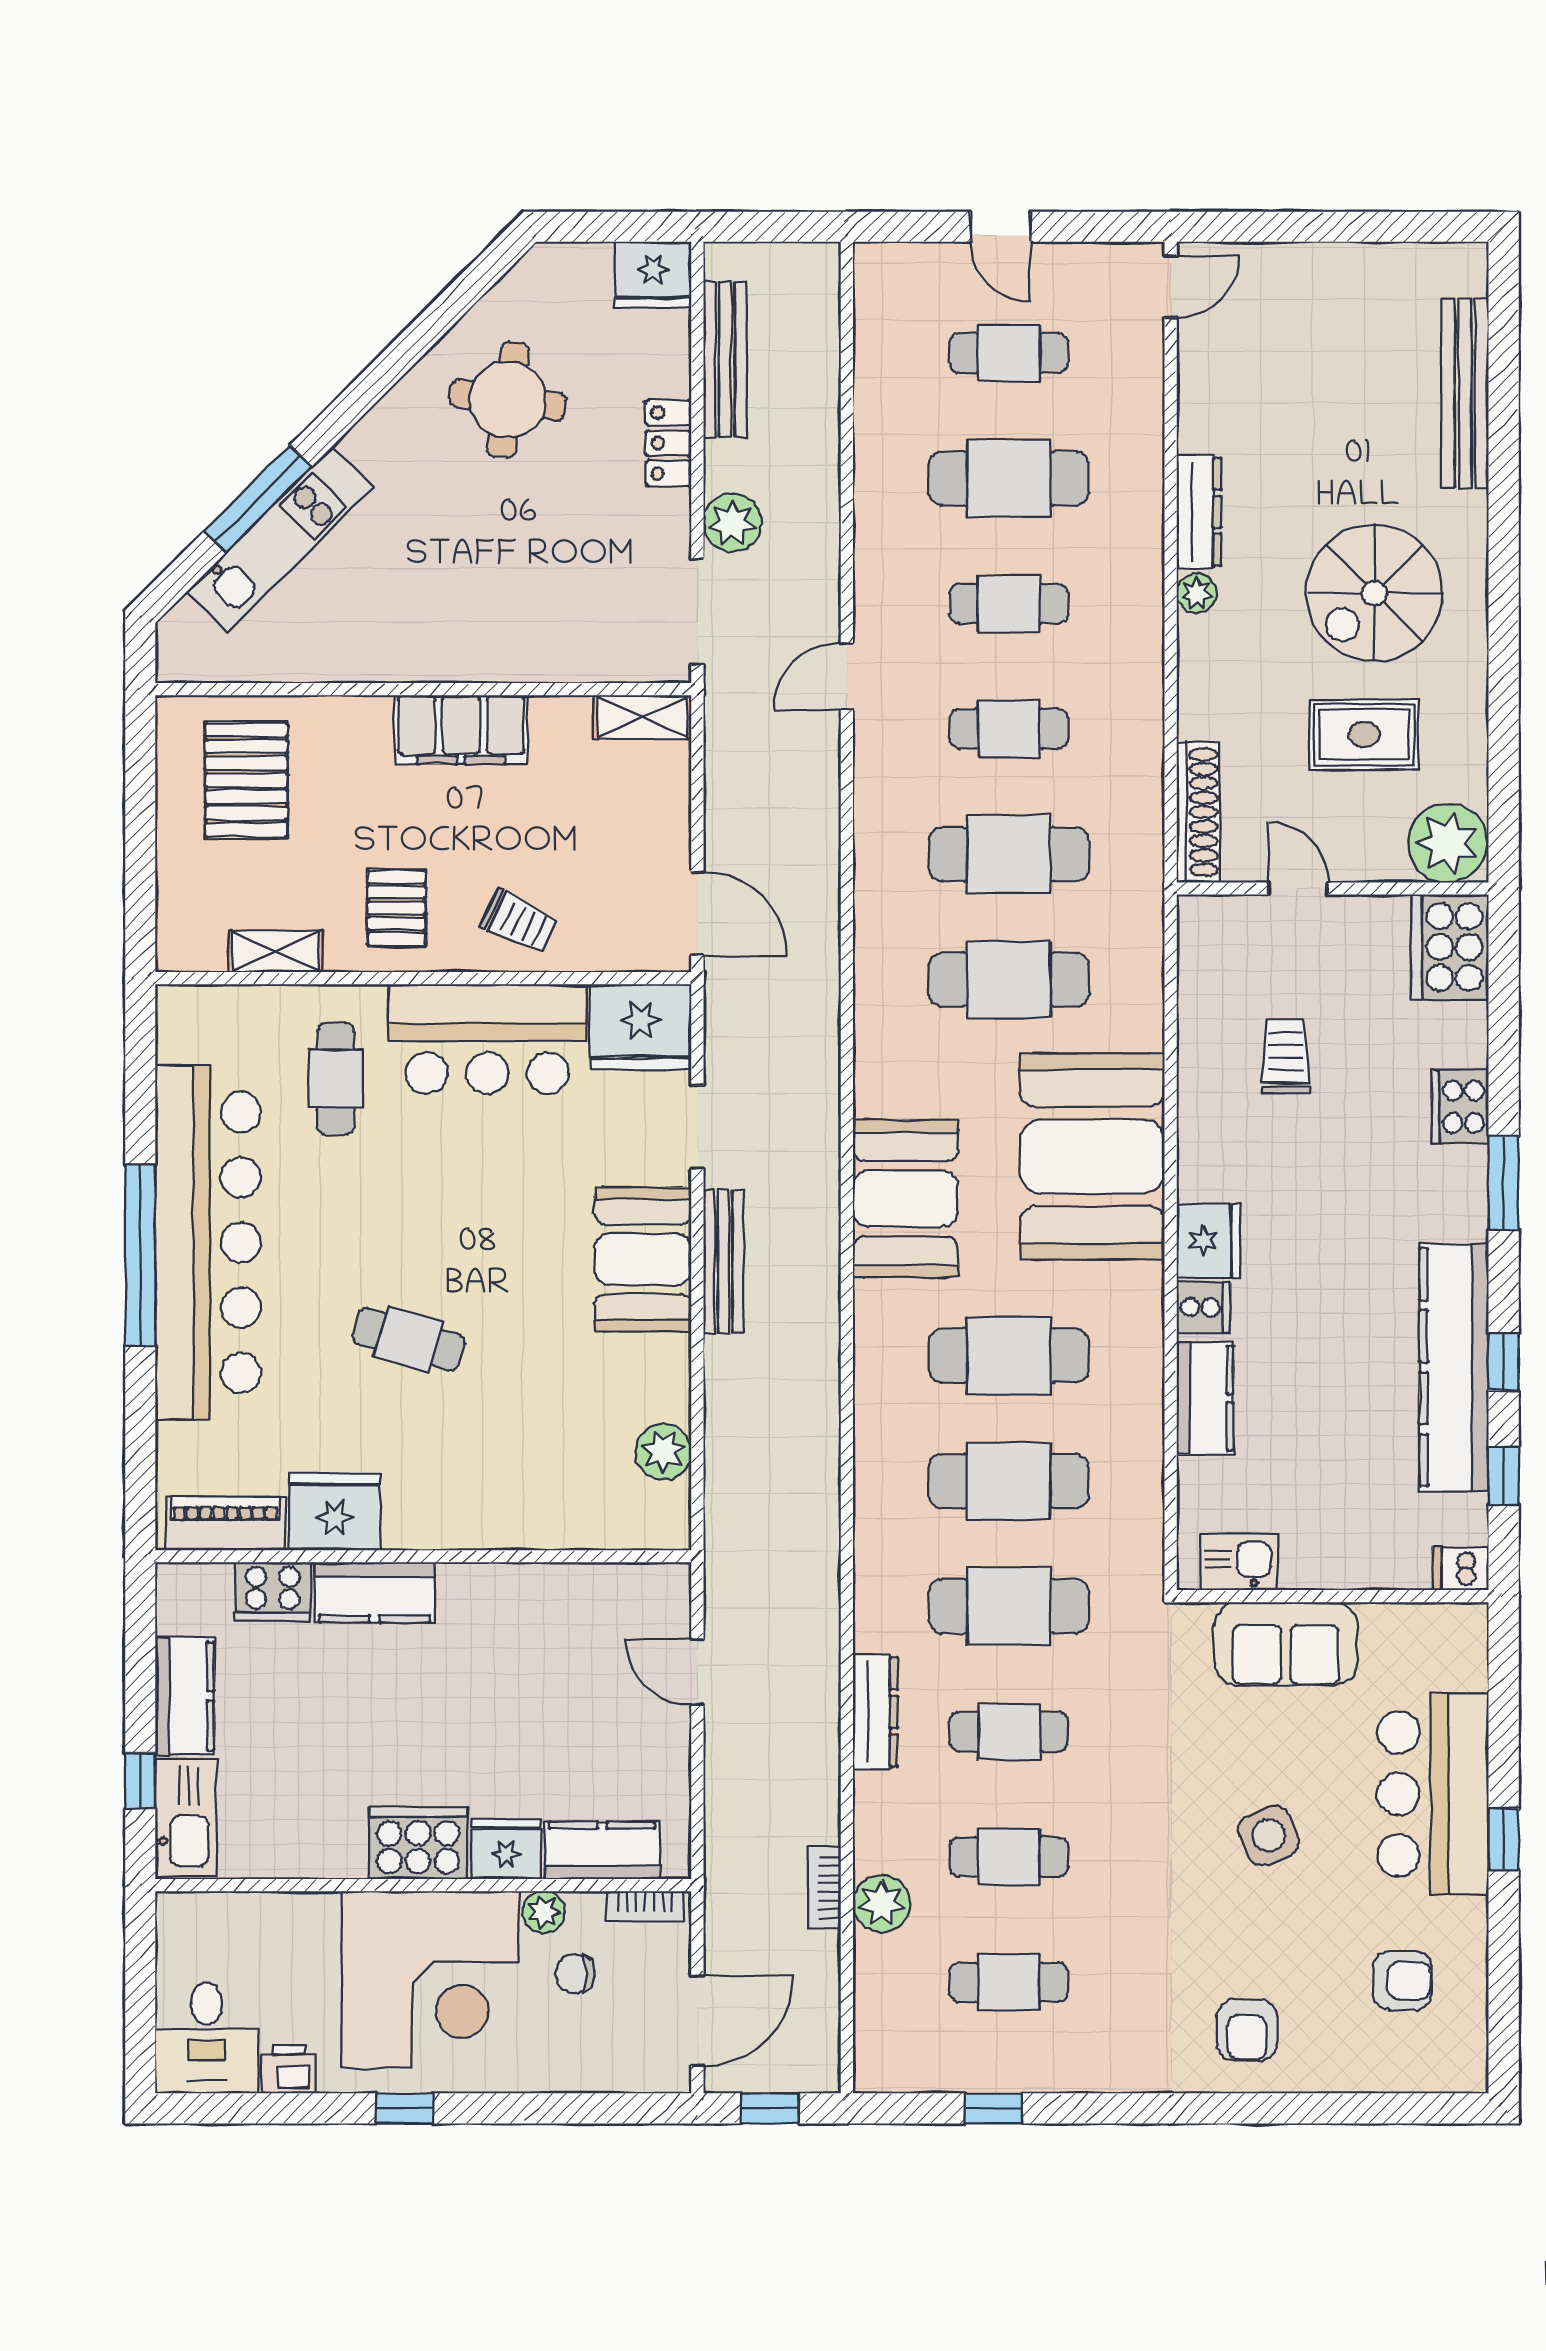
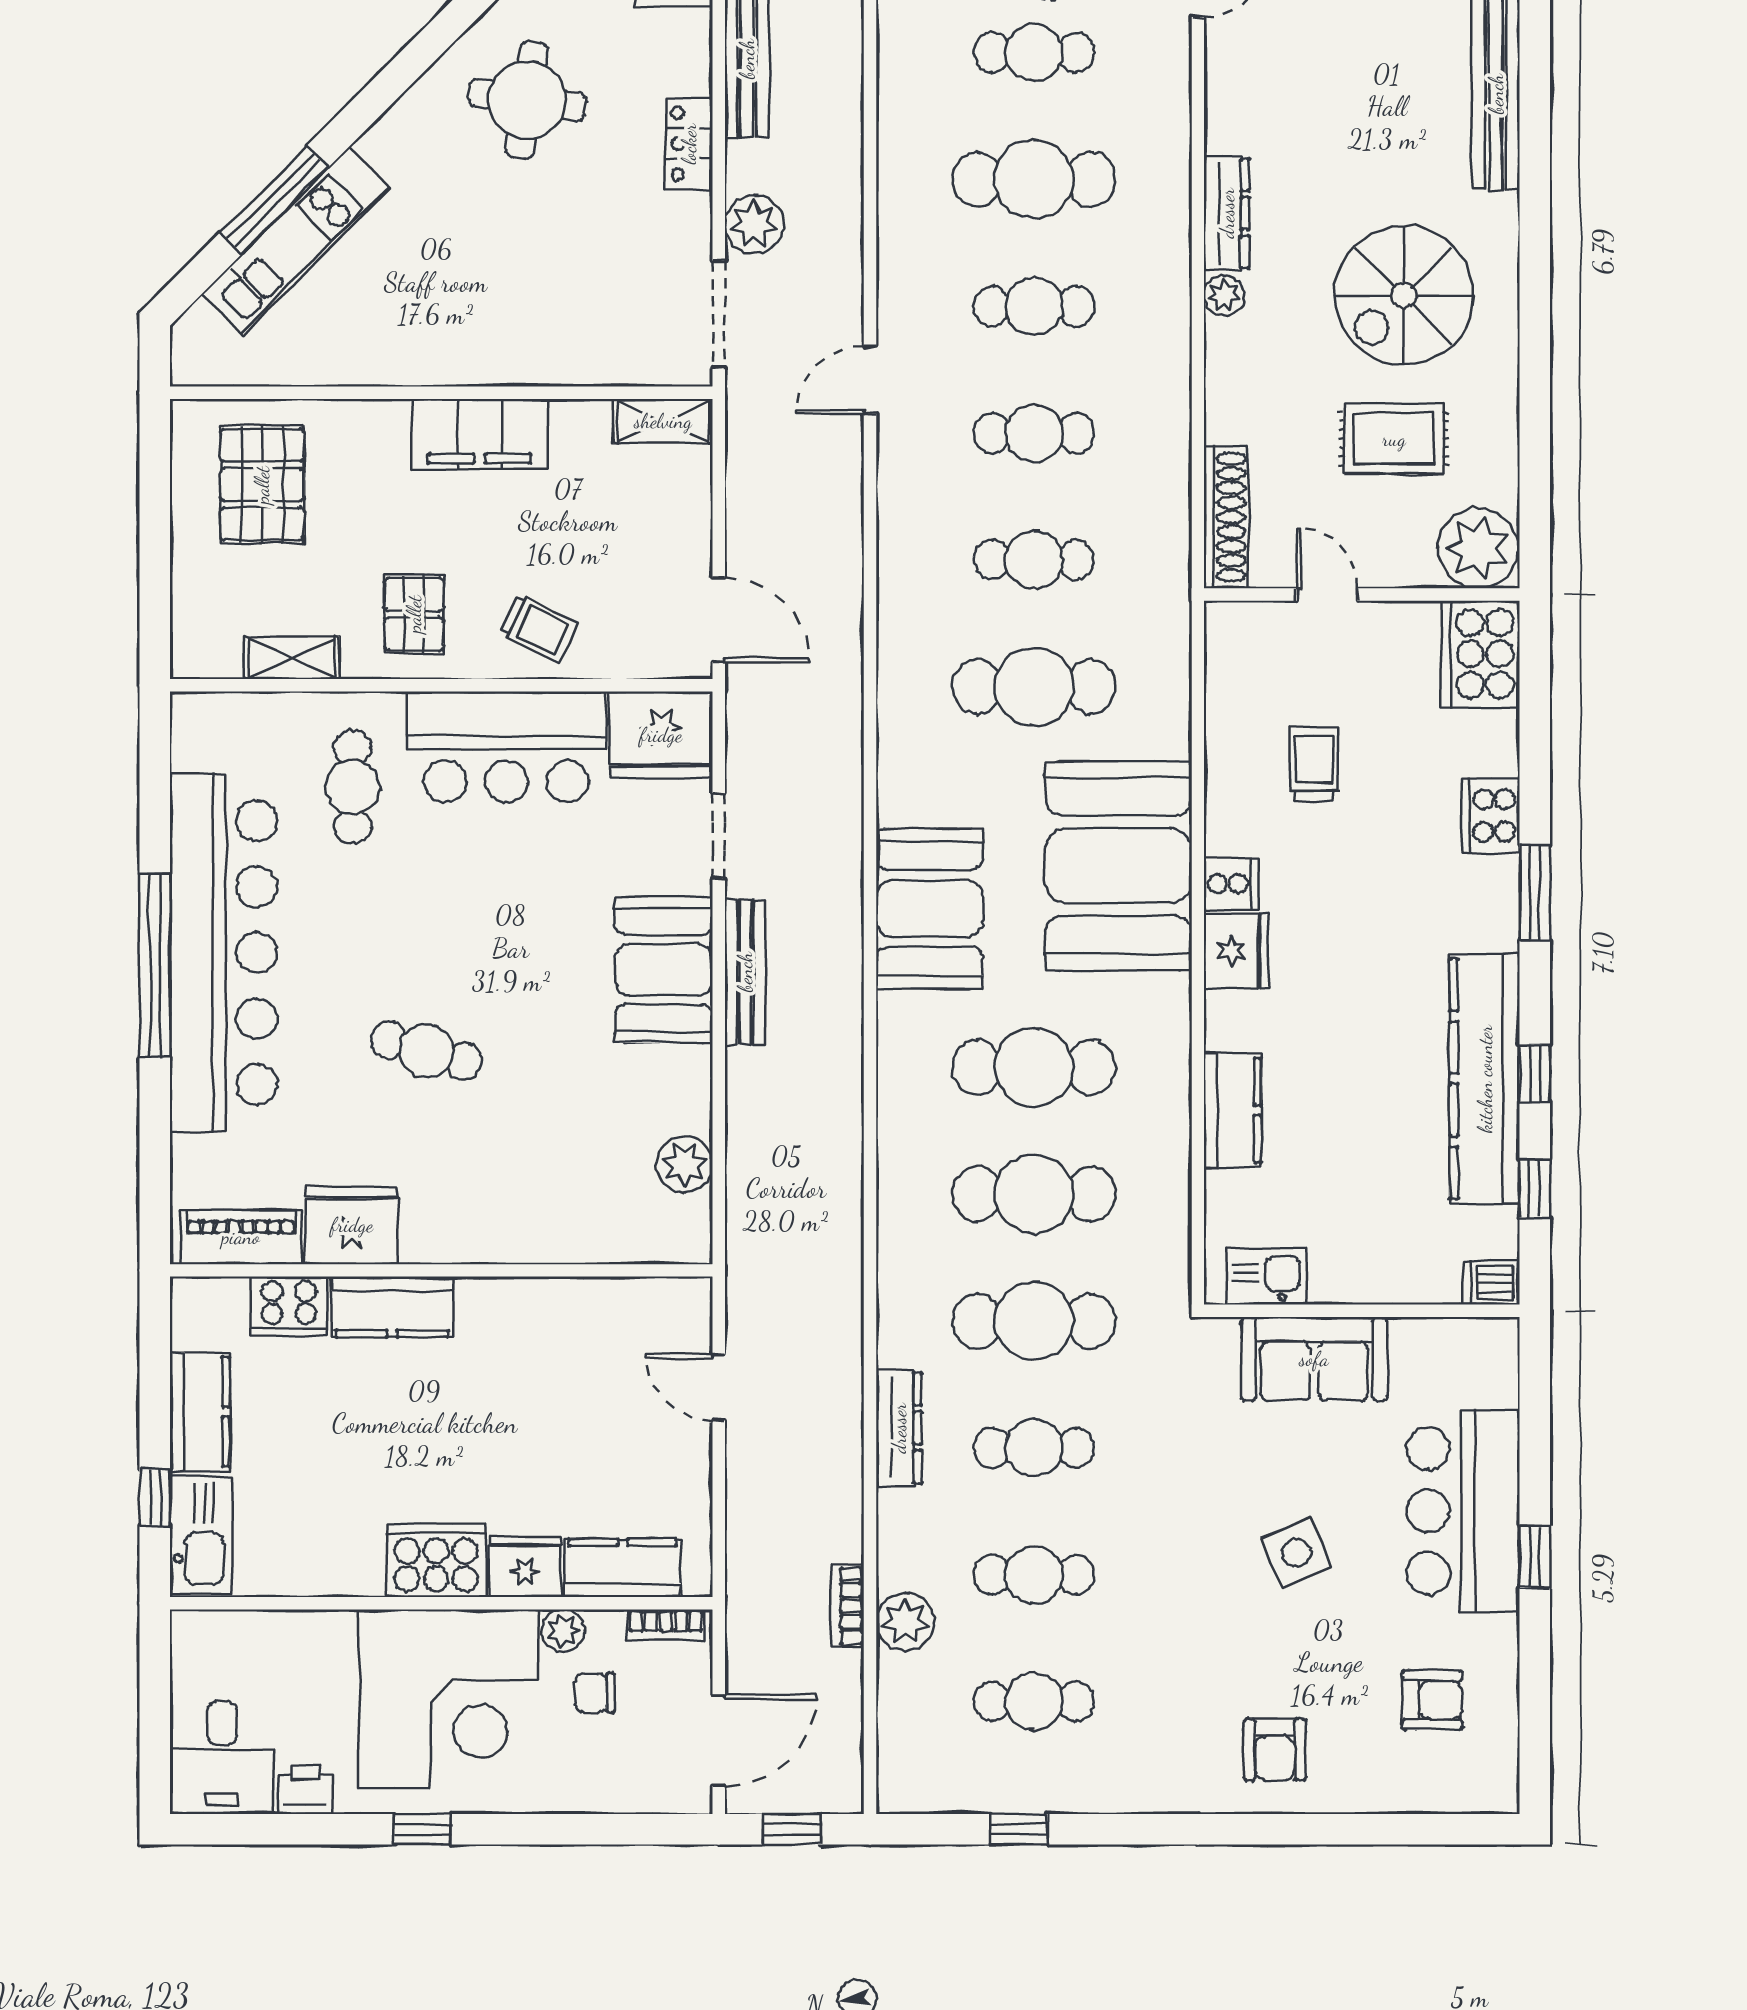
cafe table: (1009, 854) -> (1034, 560), width x0.73, depth x0.74
cooker: (1204, 1307) -> (1231, 884), moved

